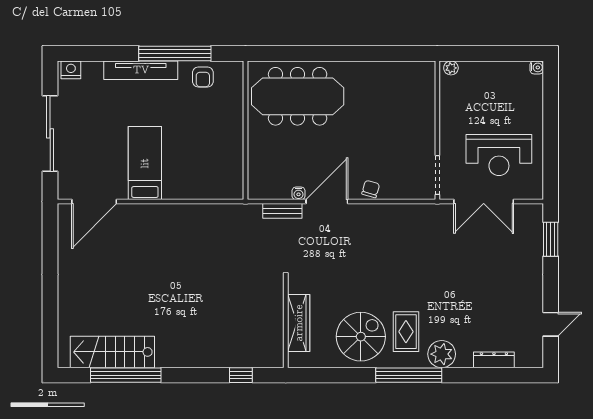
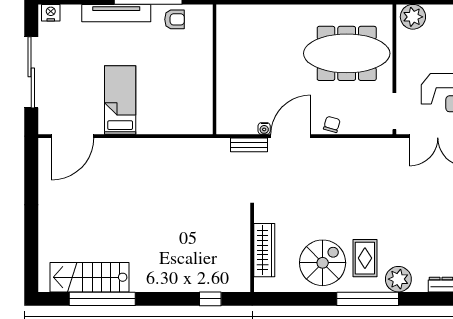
plant: (451, 68) -> (413, 17), width x1.88, depth x1.88
armchair: (203, 77) -> (174, 19), turned -90
meeting table: (298, 96) -> (347, 53), moved

